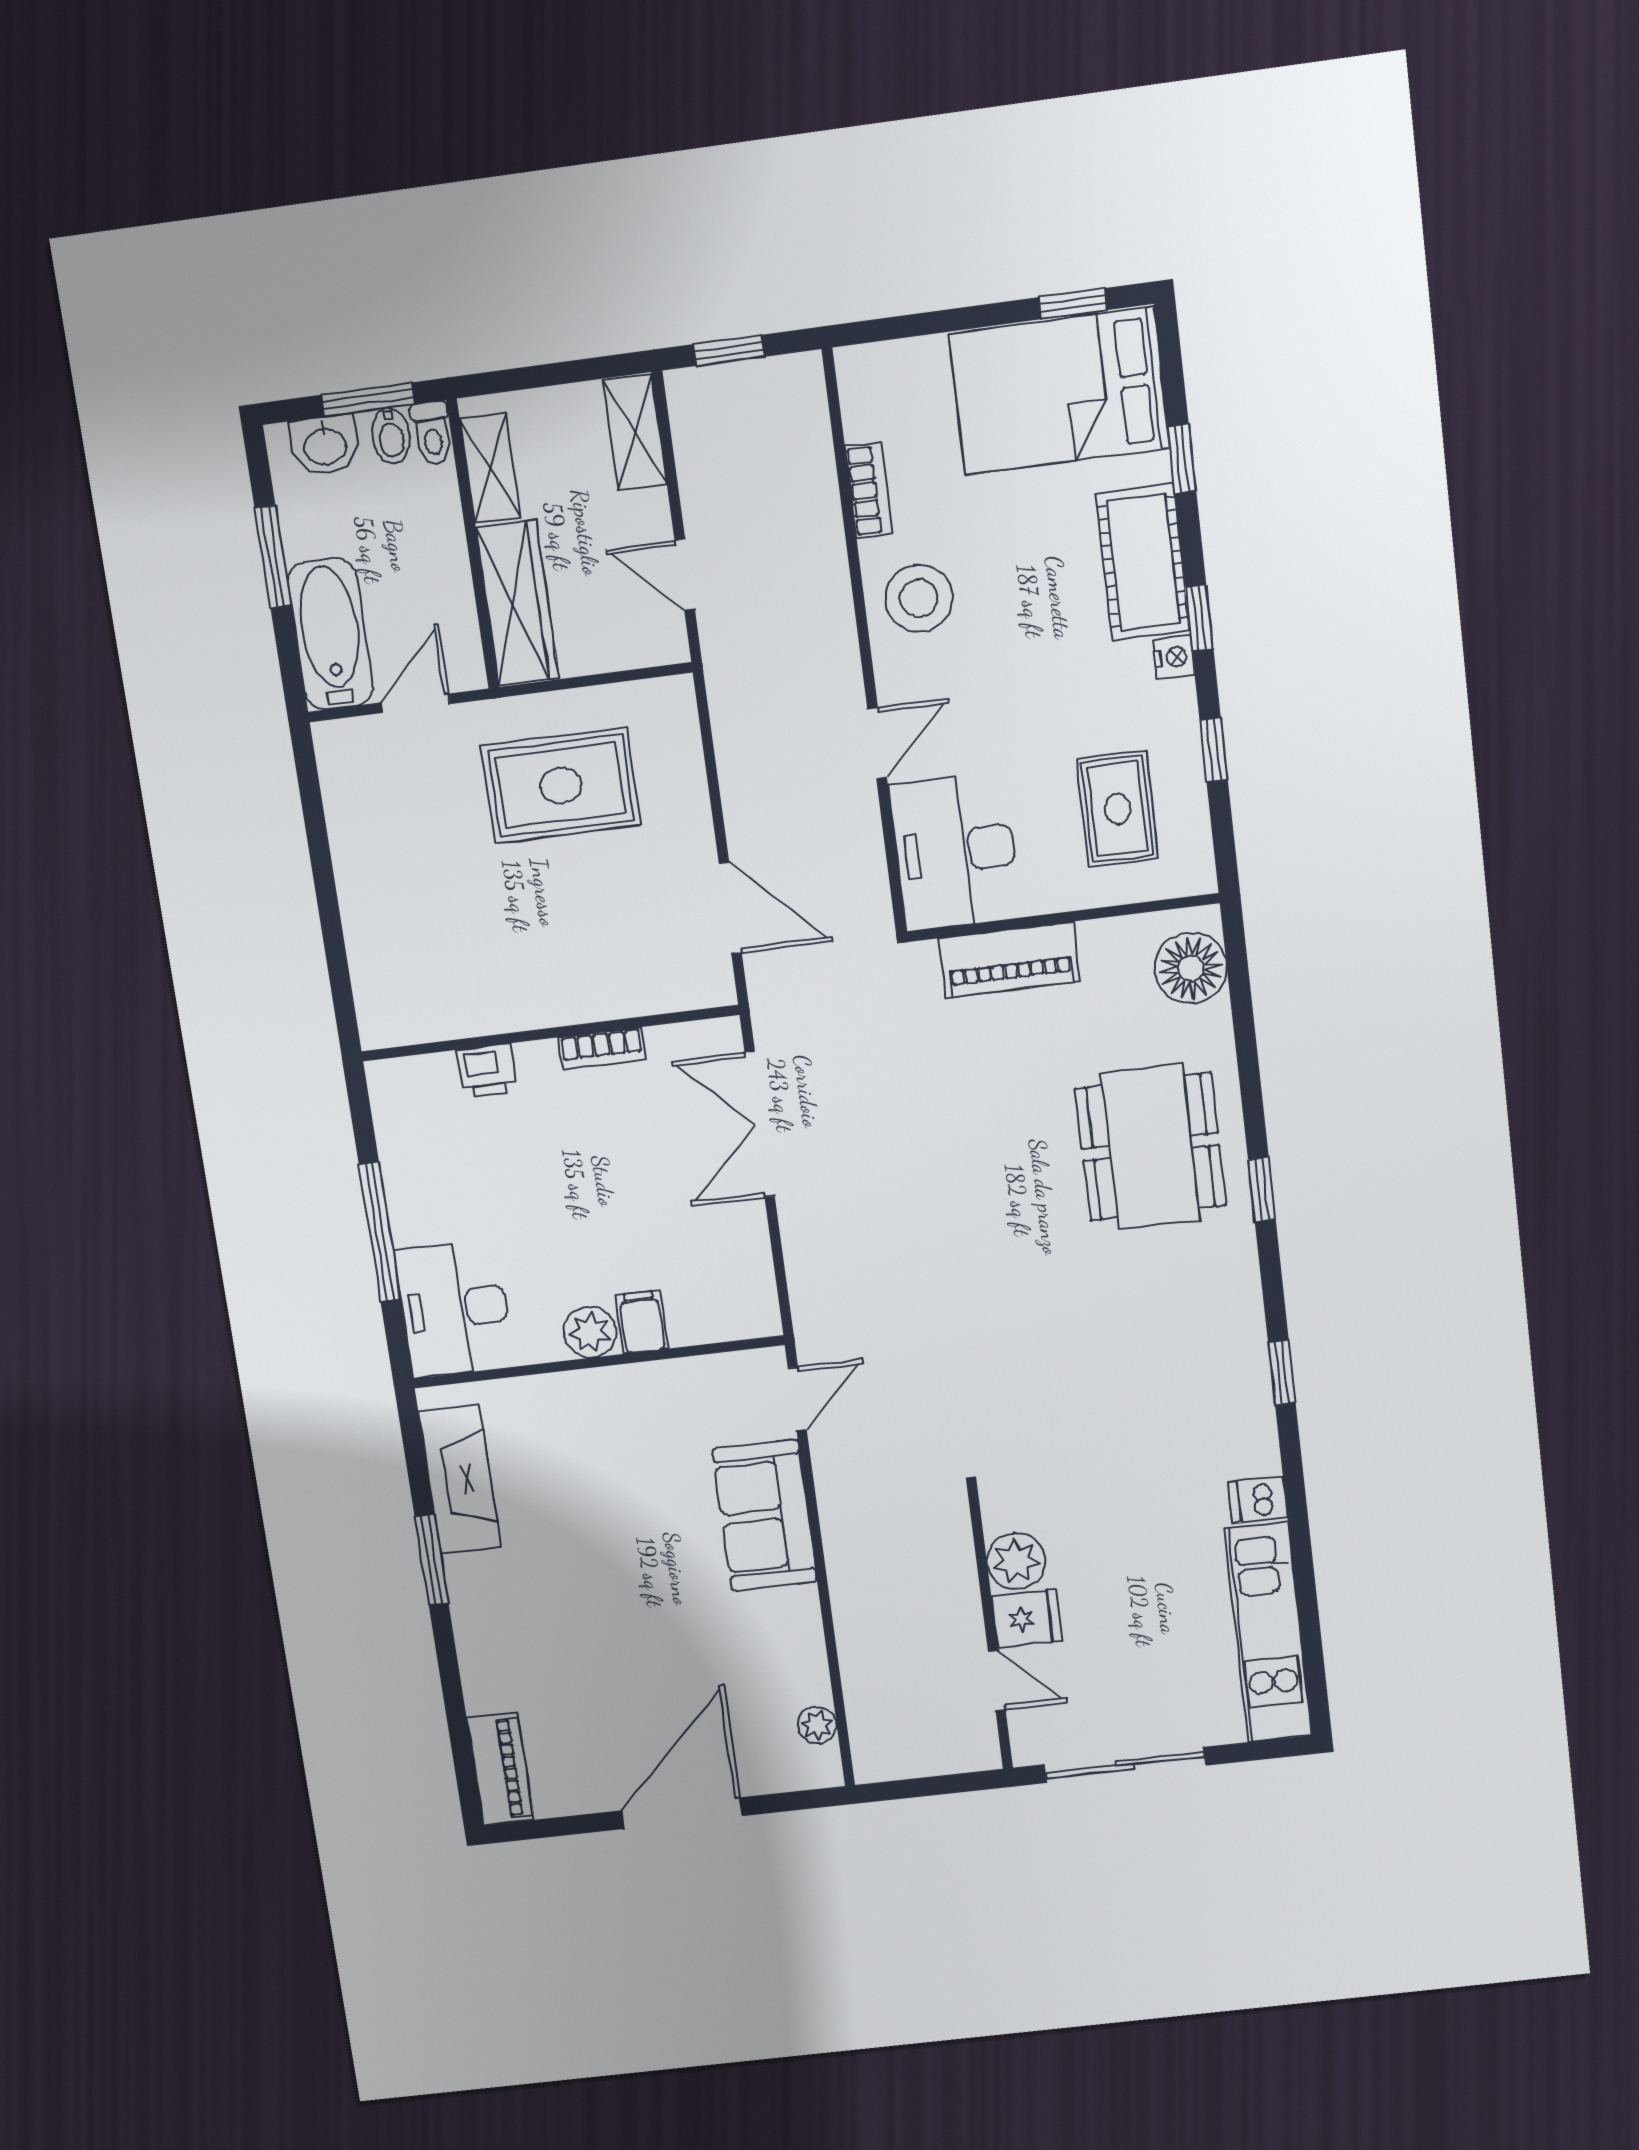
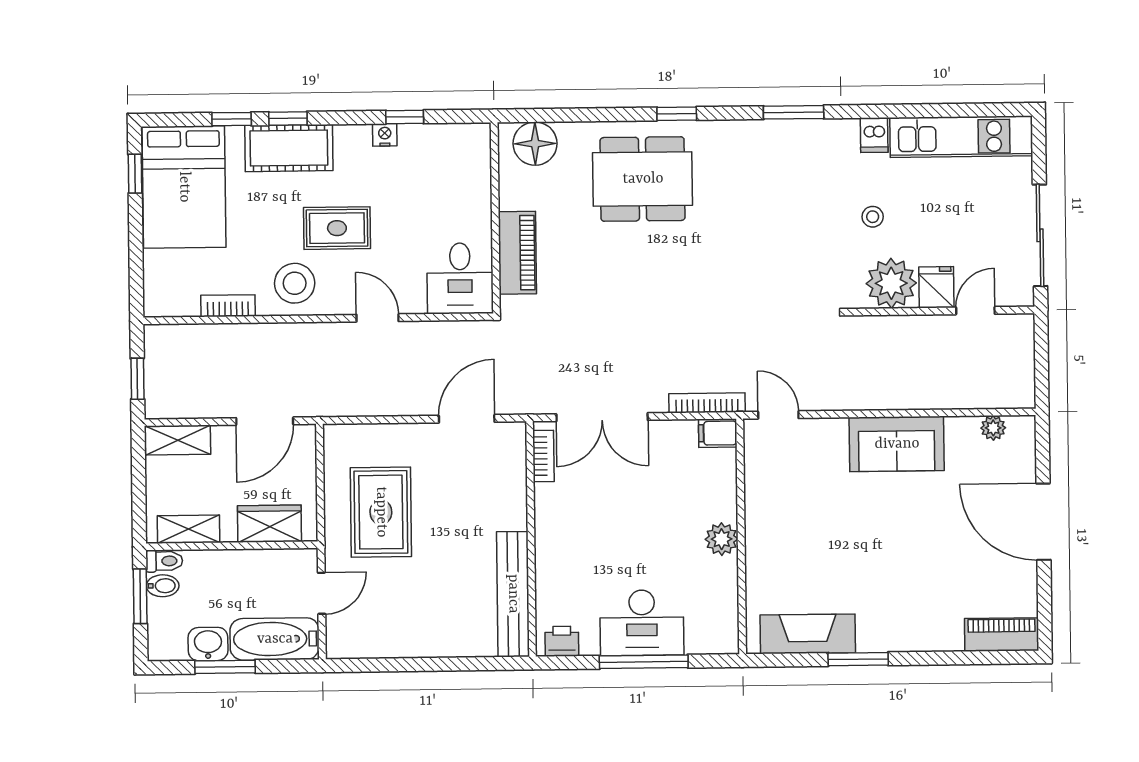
washbasin: (325, 445) -> (208, 644), moved, turned -90
door: (685, 575) -> (265, 421), width x1.38
wardrobe: (517, 603) -> (269, 524), width x0.67
window: (1199, 618) -> (288, 118), moved
nightstand: (1174, 657) -> (385, 135), moved
door: (416, 703) -> (322, 593), swing flipped
rug: (1117, 809) -> (337, 228), moved
desk: (955, 851) -> (460, 278), width x0.73
bench: (458, 1014) -> (513, 594), added
bookcase: (602, 1049) -> (544, 456), moved
printer: (487, 1071) -> (562, 641), moved, turned -90
bookcase: (803, 1287) -> (707, 403), added
desk: (454, 1309) -> (642, 623), moved
filing cabinet: (642, 1322) -> (718, 433), moved
window: (1282, 1372) -> (794, 112), width x1.50
stool: (1128, 1511) -> (873, 217), added
sofa: (765, 1515) -> (897, 444), moved
plant: (1016, 1561) -> (891, 283), width x1.36, depth x1.36

